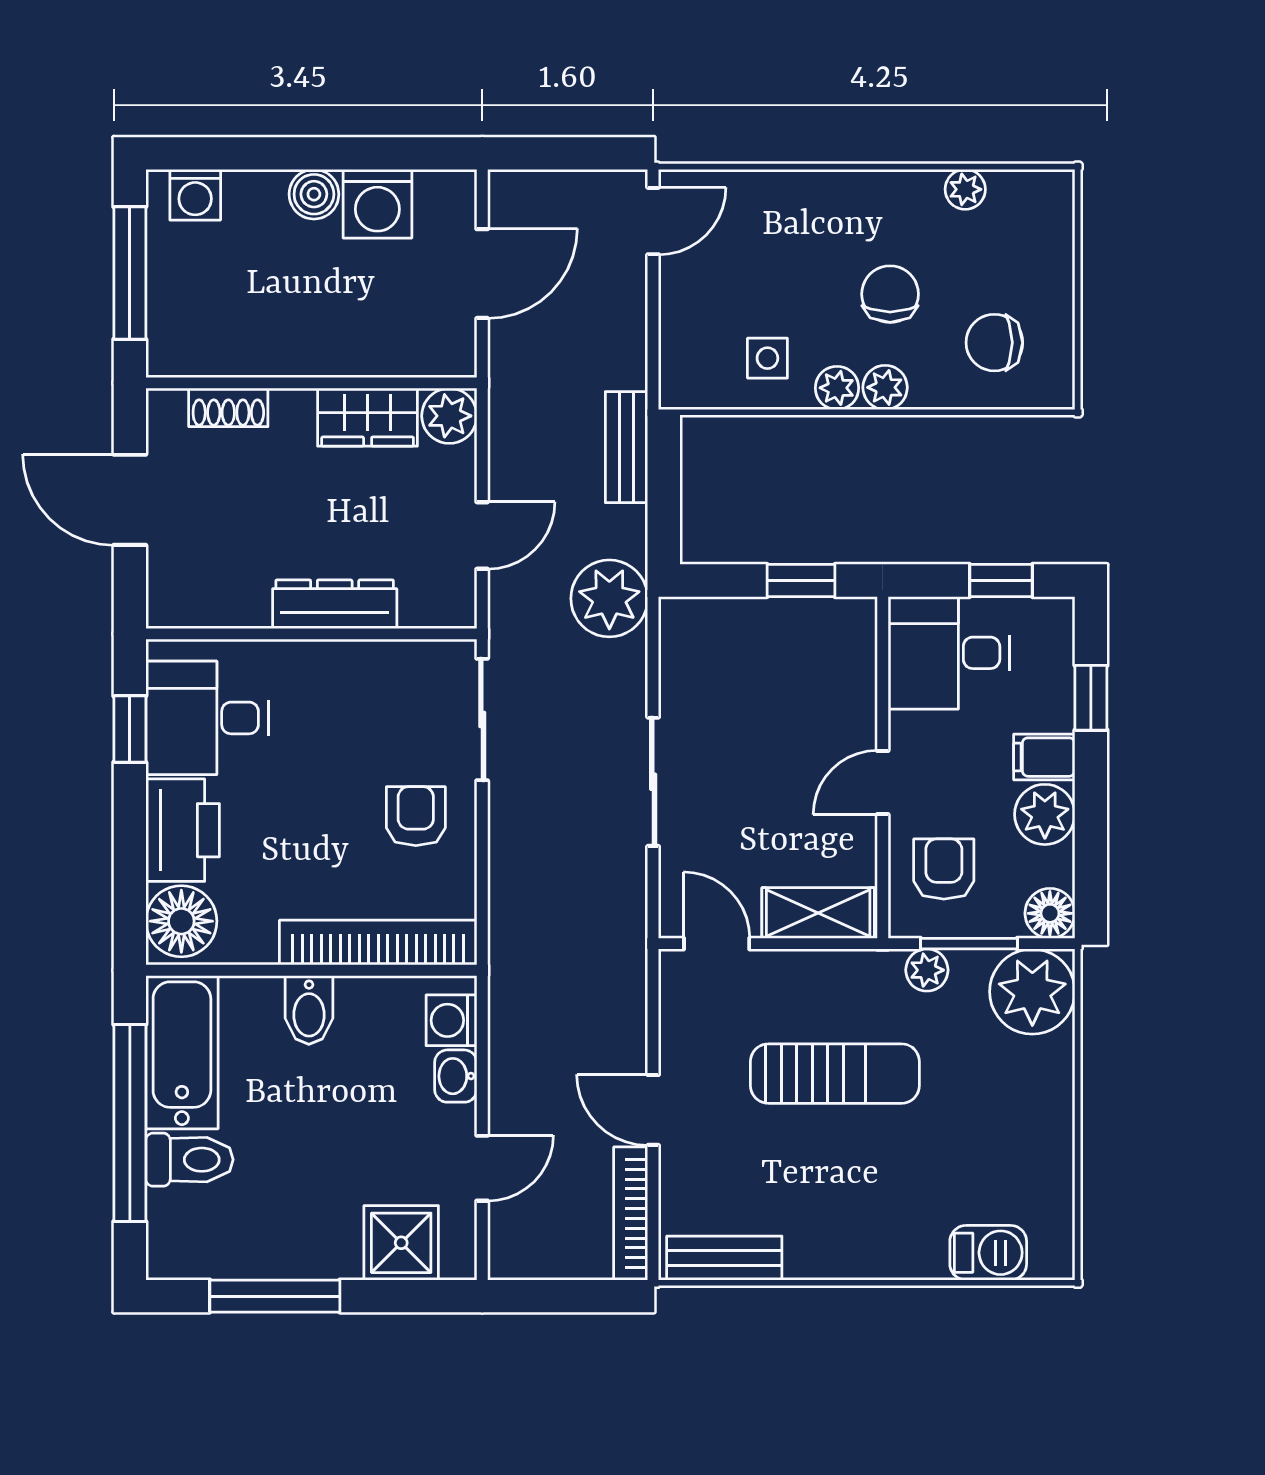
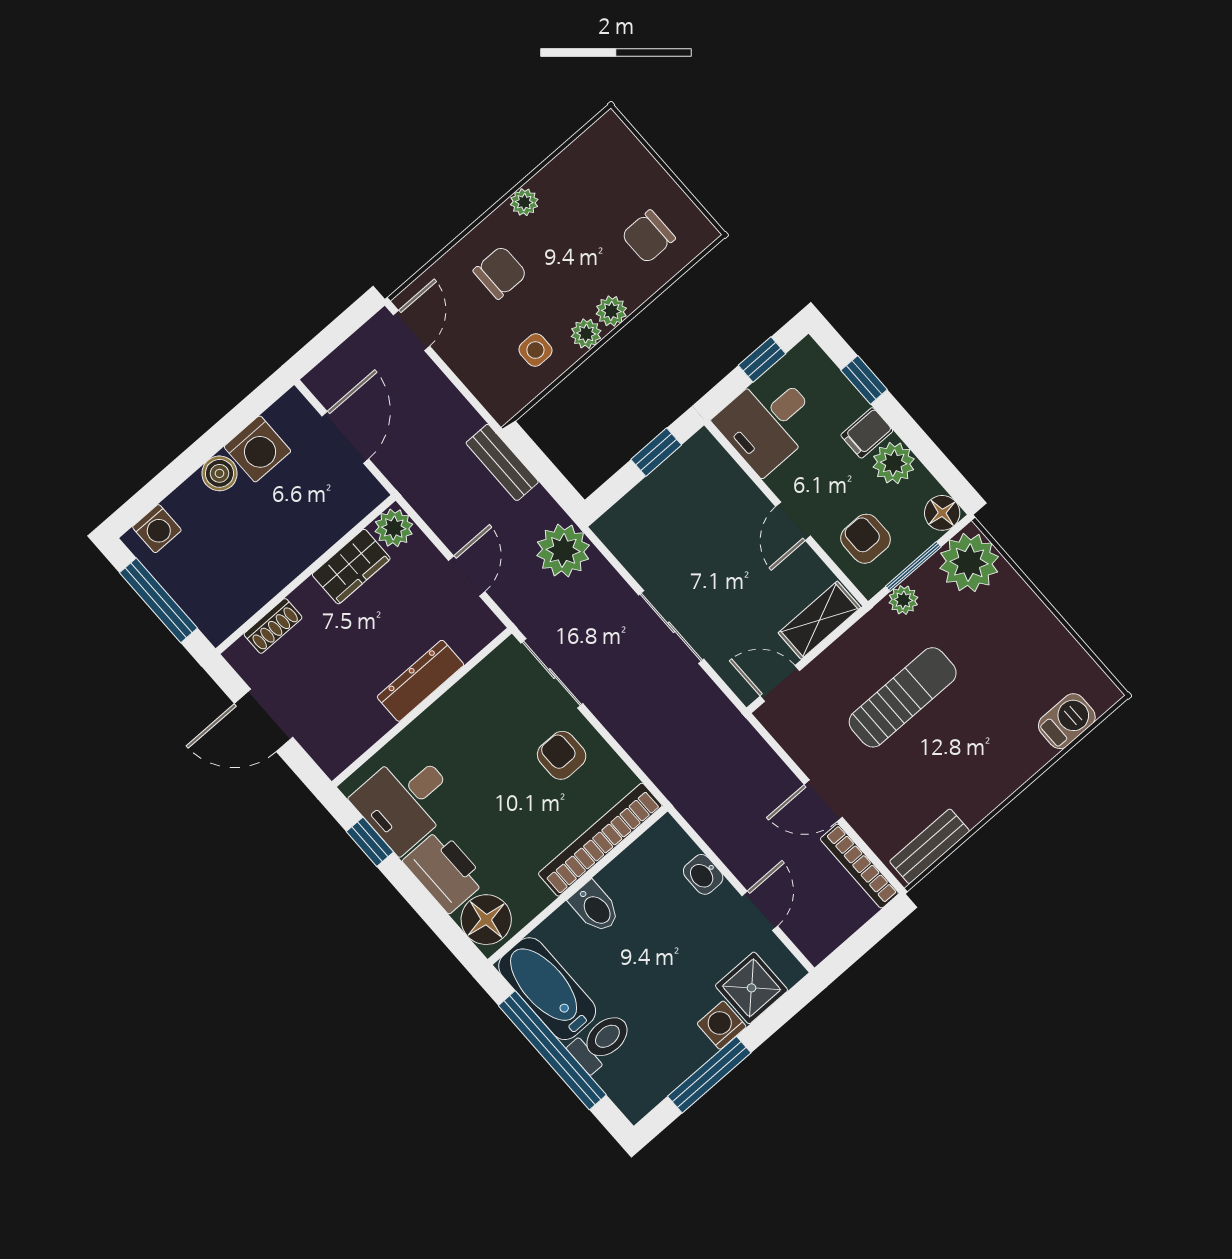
plant: (965, 189) -> (524, 202), moved
chair: (890, 294) -> (500, 272), moved, turned 90
washing machine: (451, 1020) -> (722, 1025), moved, turned 90

